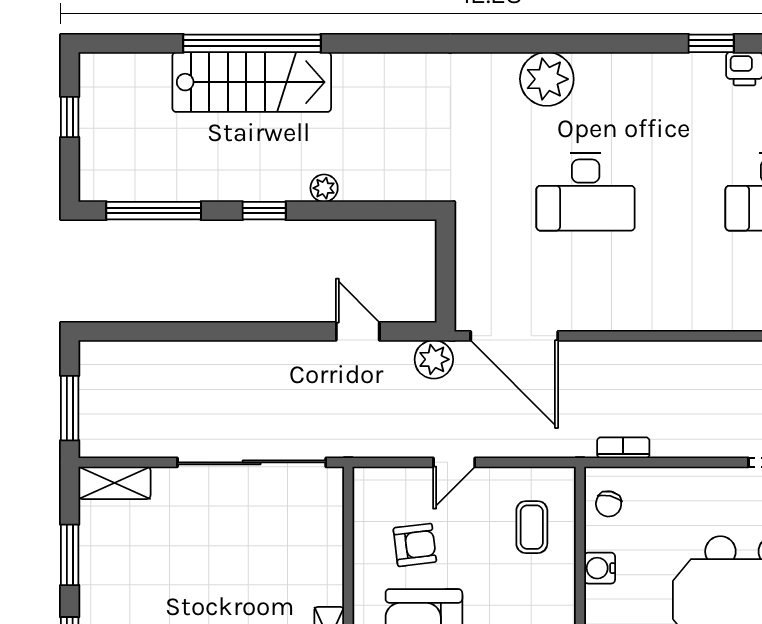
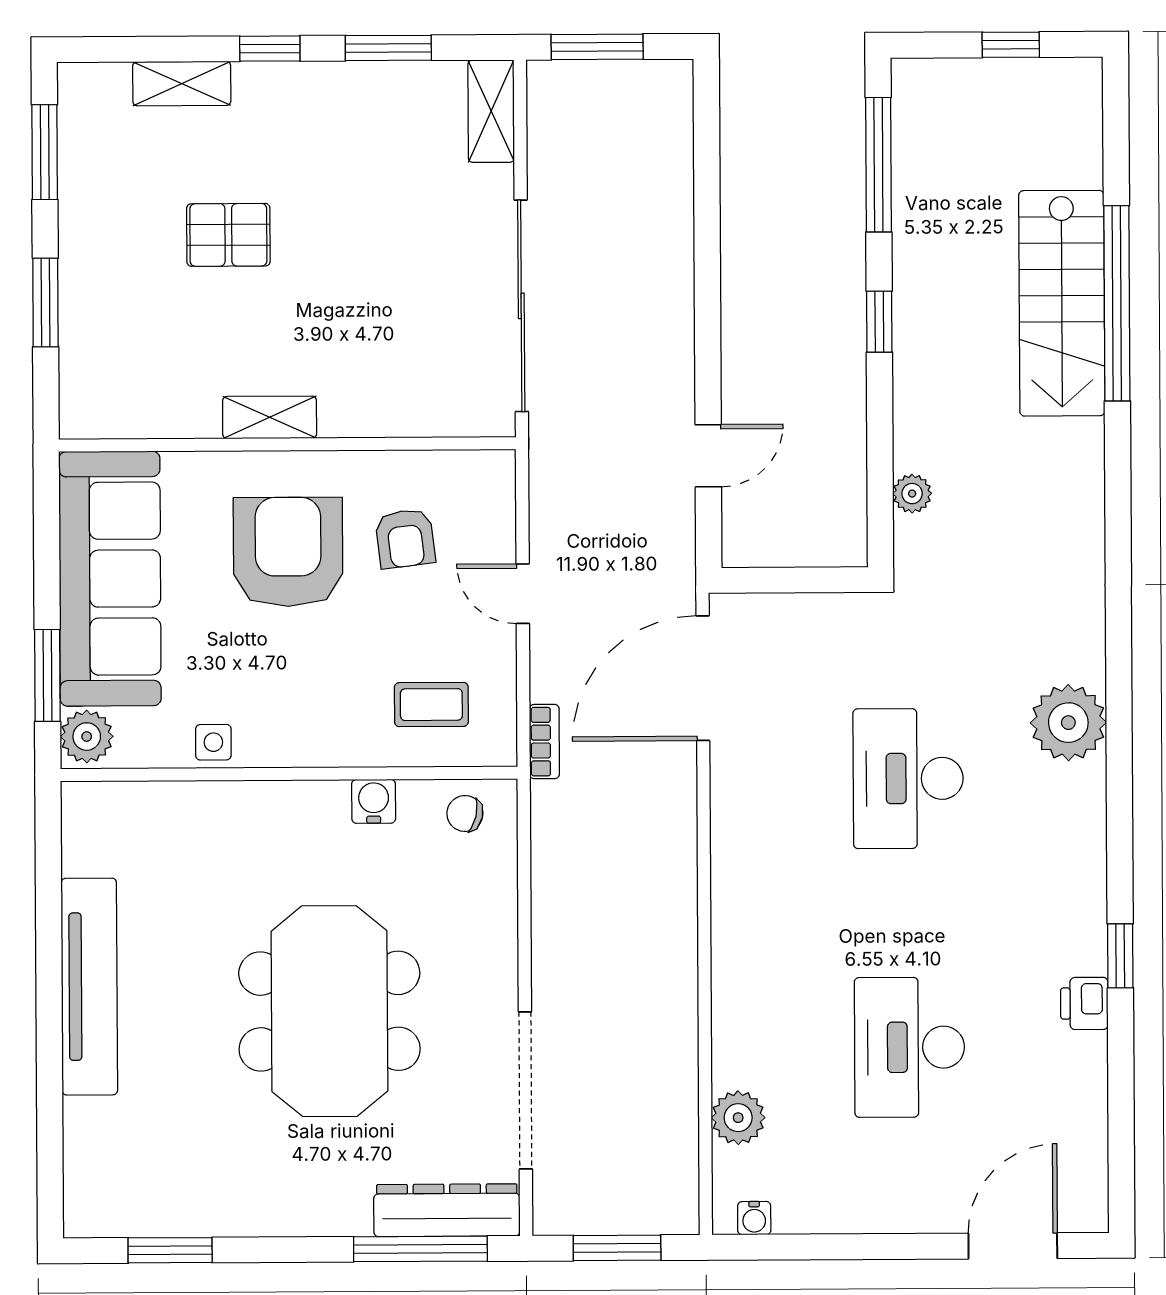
plant: (324, 188) -> (912, 494), moved
plant: (434, 359) -> (669, 564), removed
bookcase: (623, 448) -> (544, 742), moved

